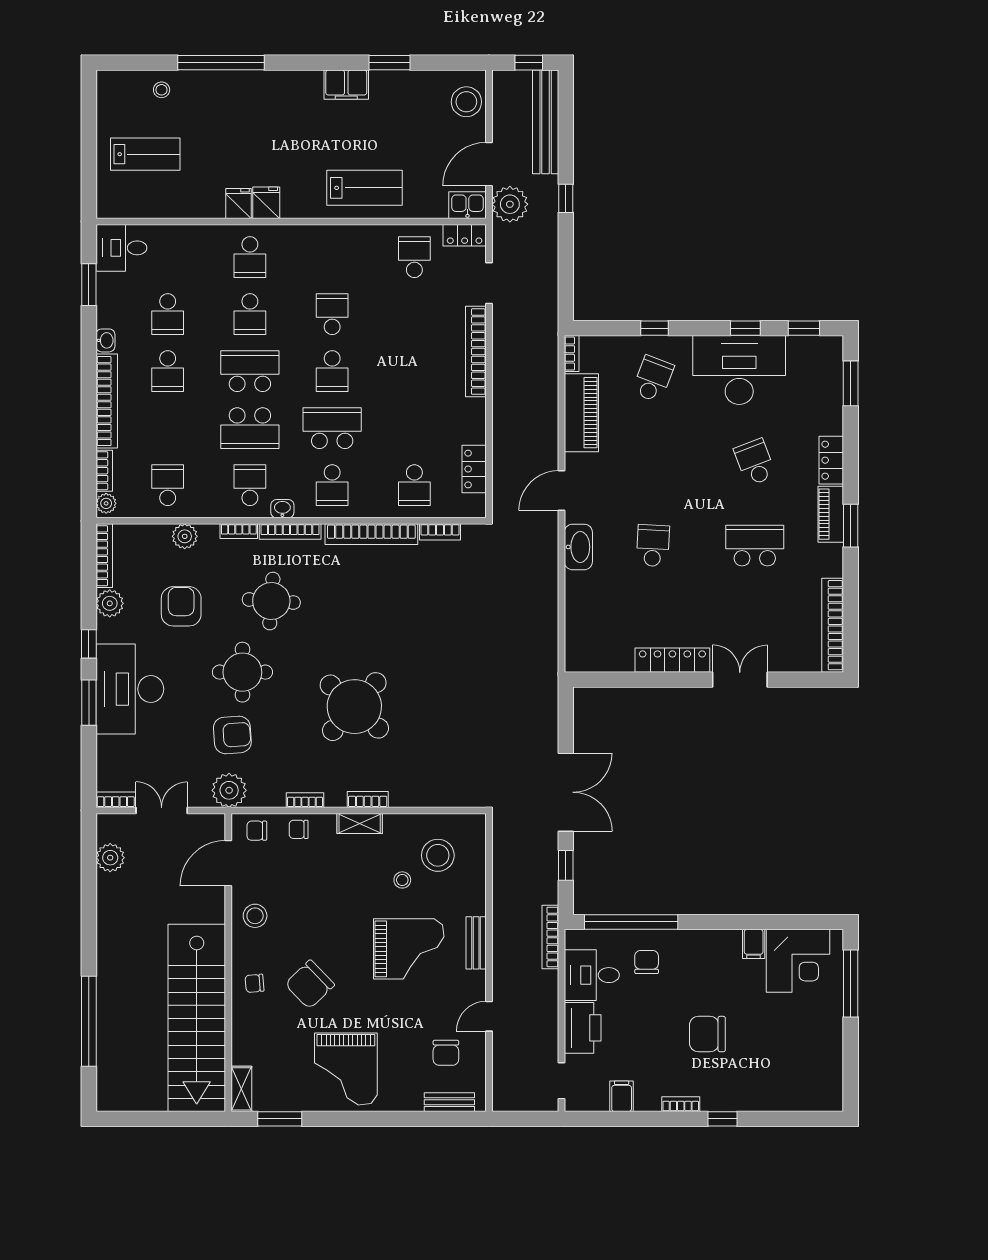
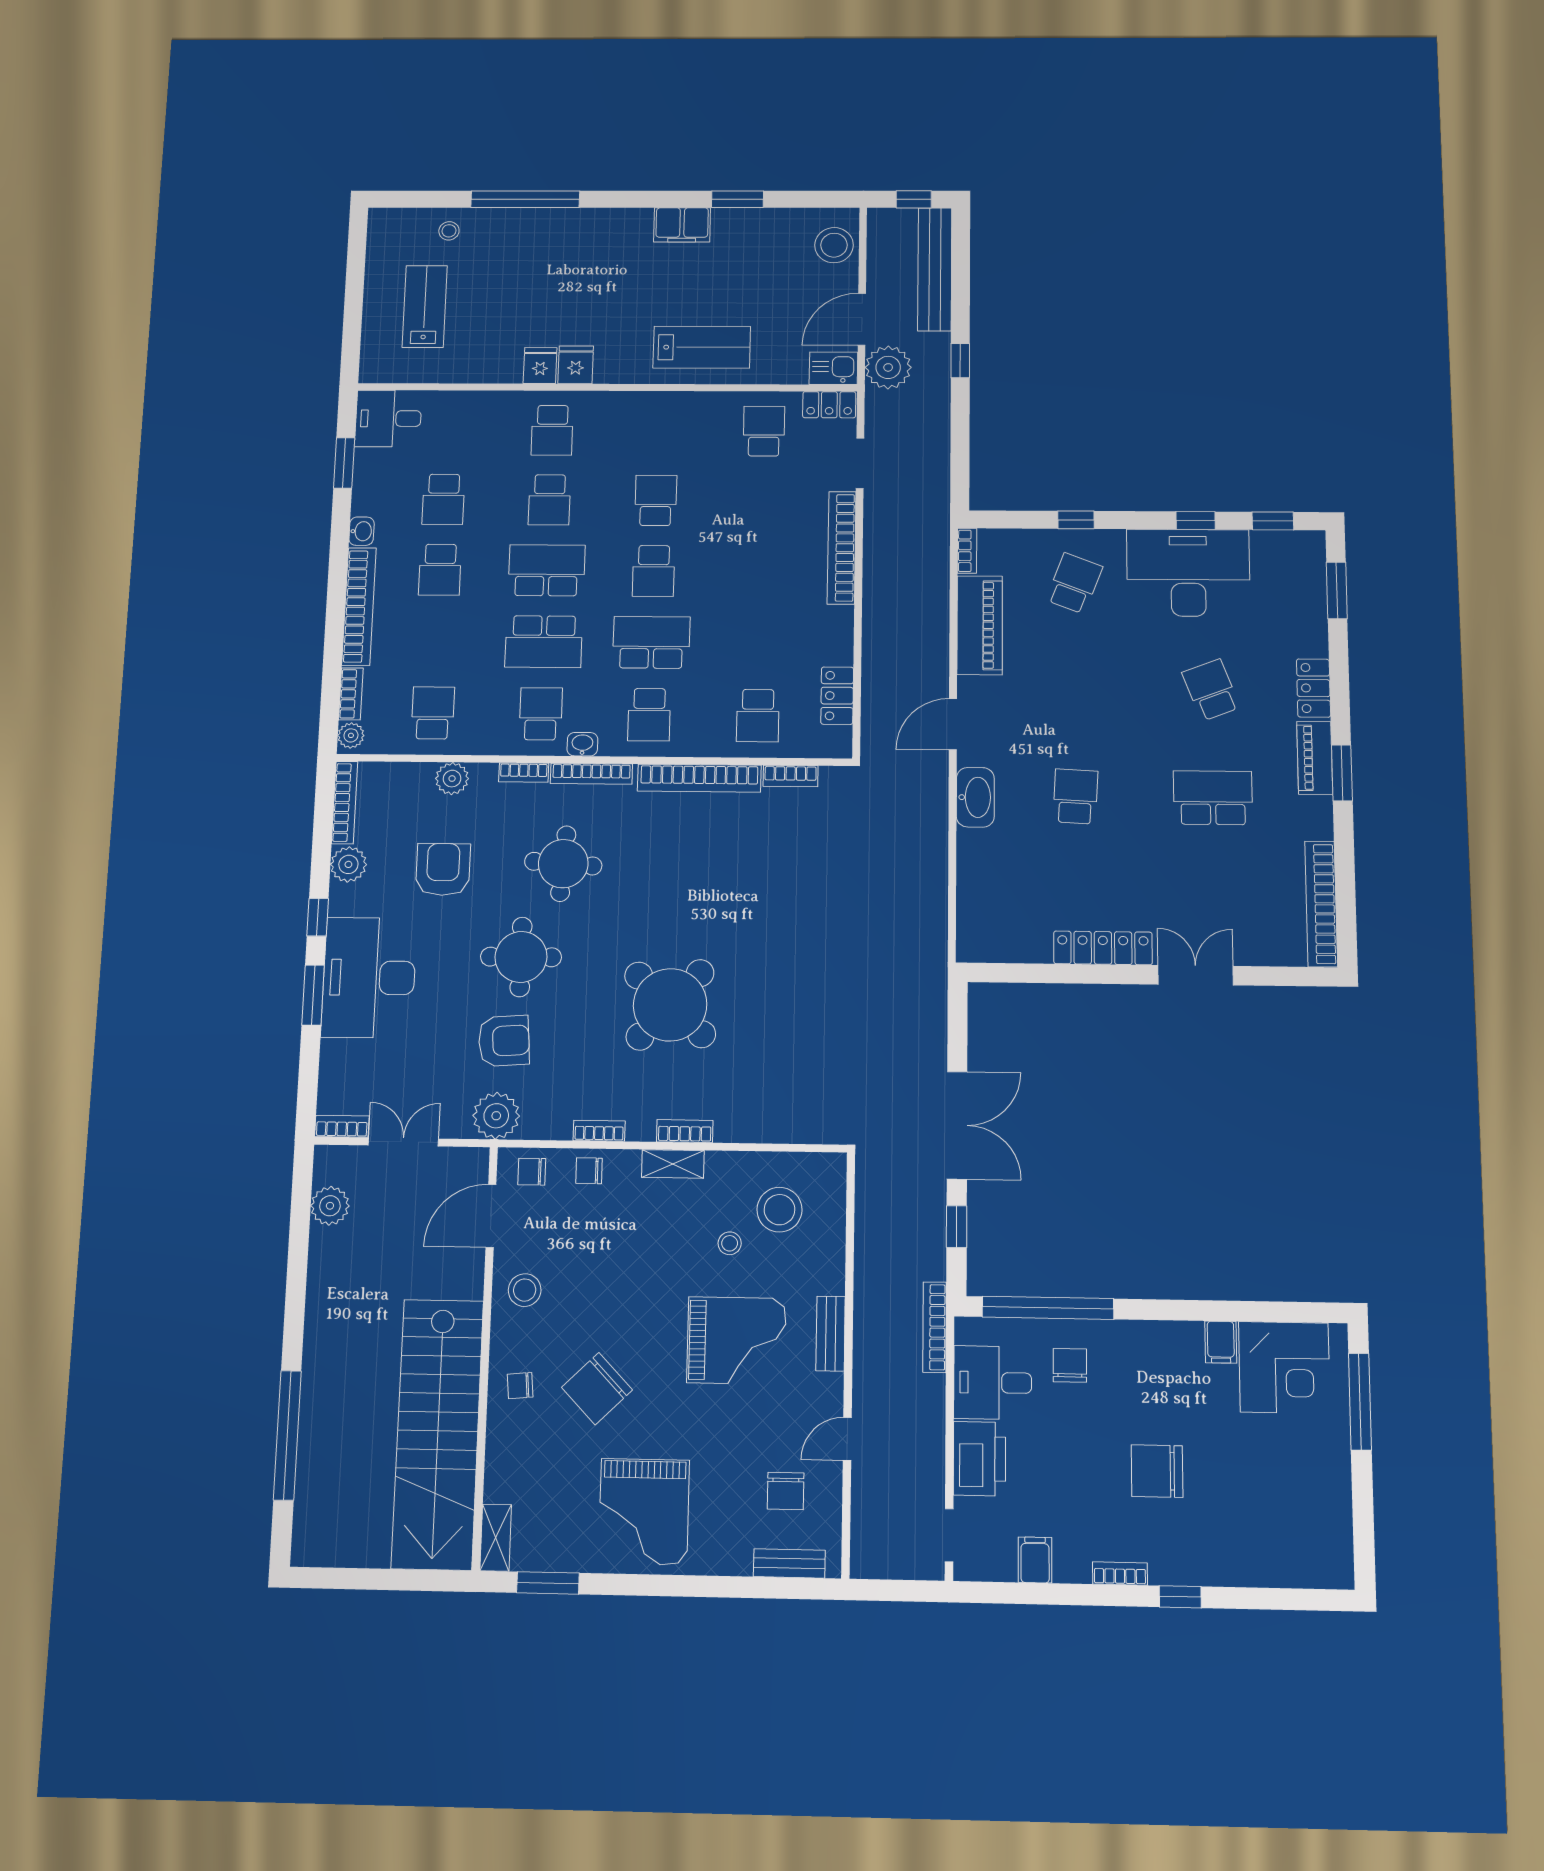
lab bench: (145, 154) -> (425, 307), turned -90

